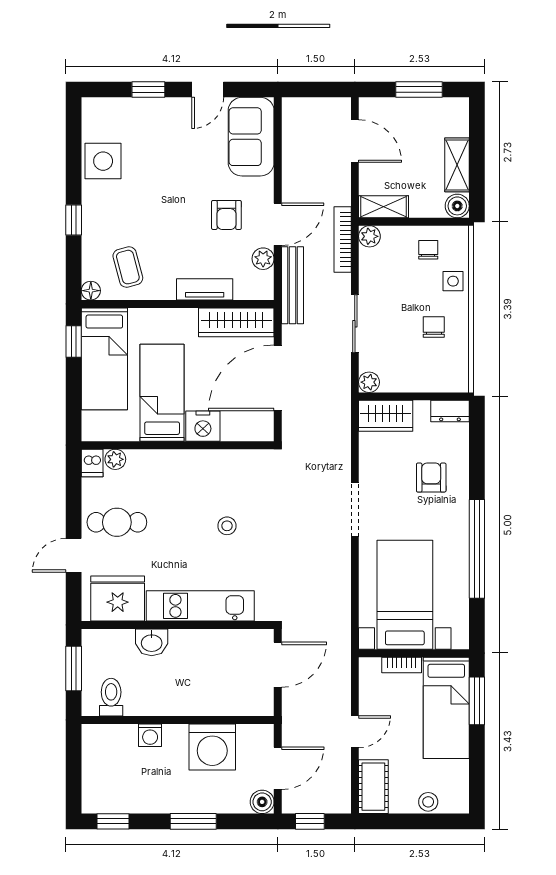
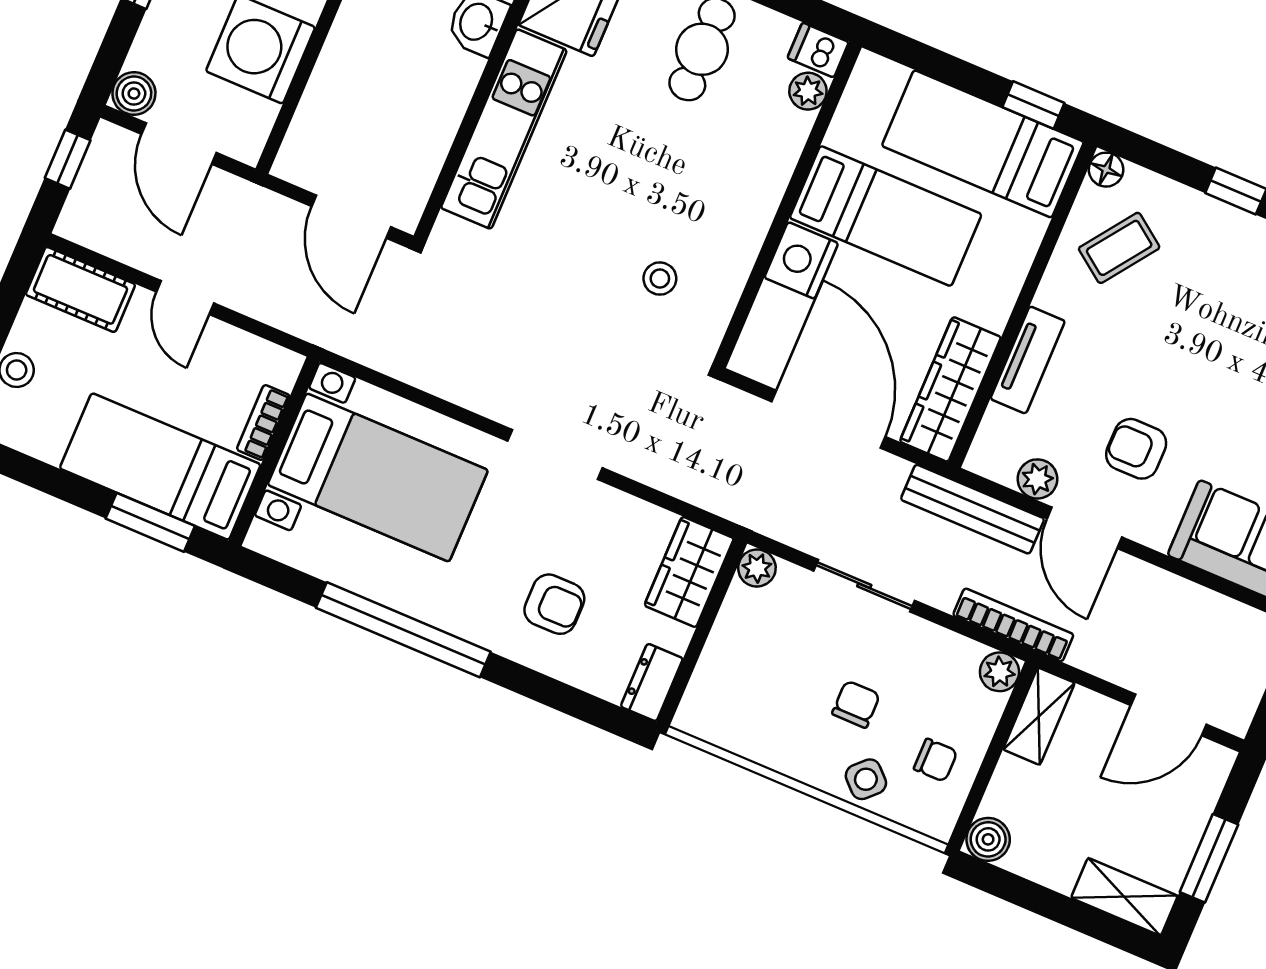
shelving: (457, 165) -> (1124, 897), moved
coffee table: (128, 267) -> (1119, 248), turned -39
side table: (453, 281) -> (866, 779), turned 45
chair: (434, 327) -> (856, 704), moved, turned -90
stool: (227, 526) -> (660, 279), moved

